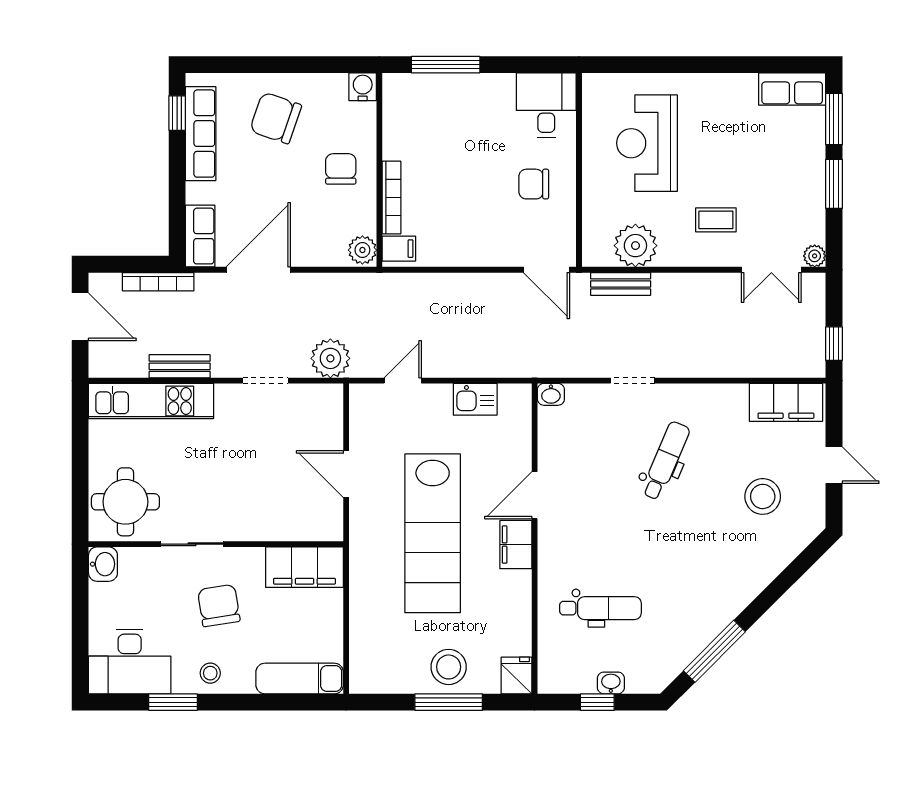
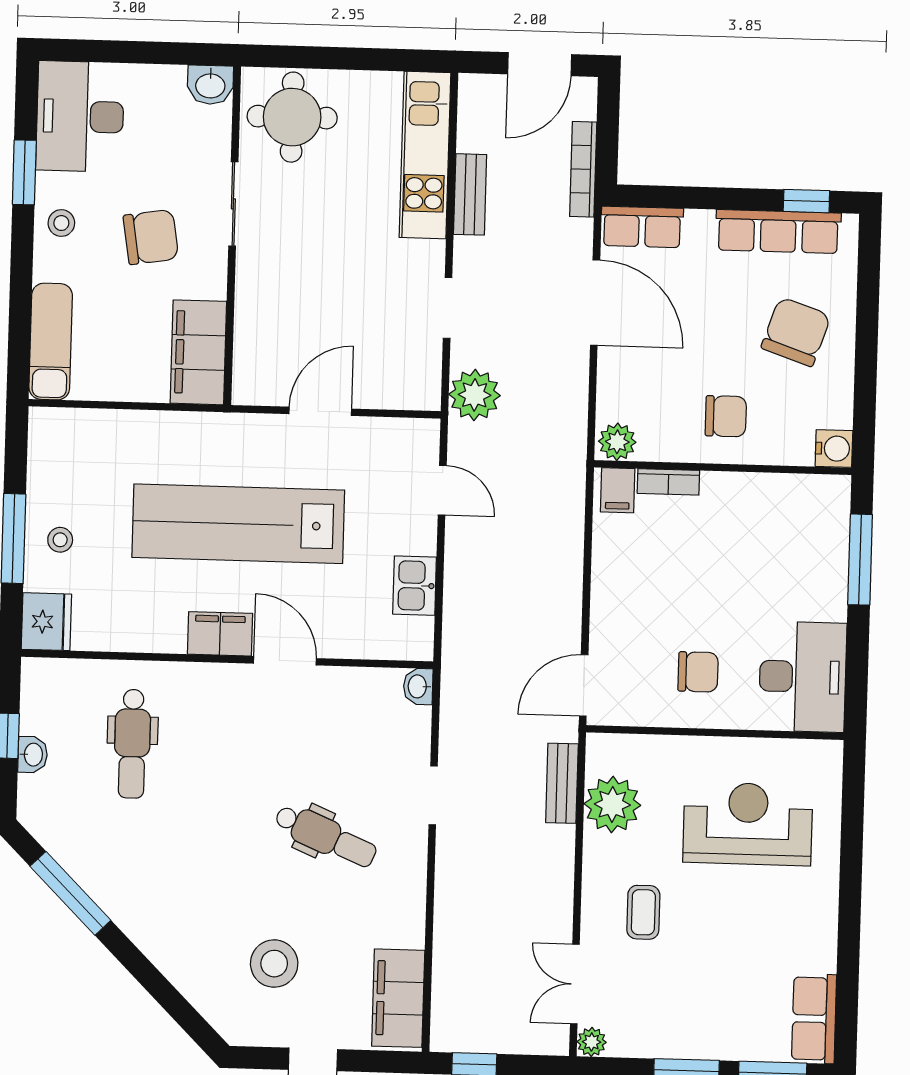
desk: (546, 105) -> (803, 677), width x1.37
chair: (534, 184) -> (698, 672), turned 90
bookcase: (392, 198) -> (668, 482), width x0.64
stool: (449, 667) -> (60, 540), width x0.53, depth x0.53
fridge: (516, 676) -> (46, 622), width x1.38

